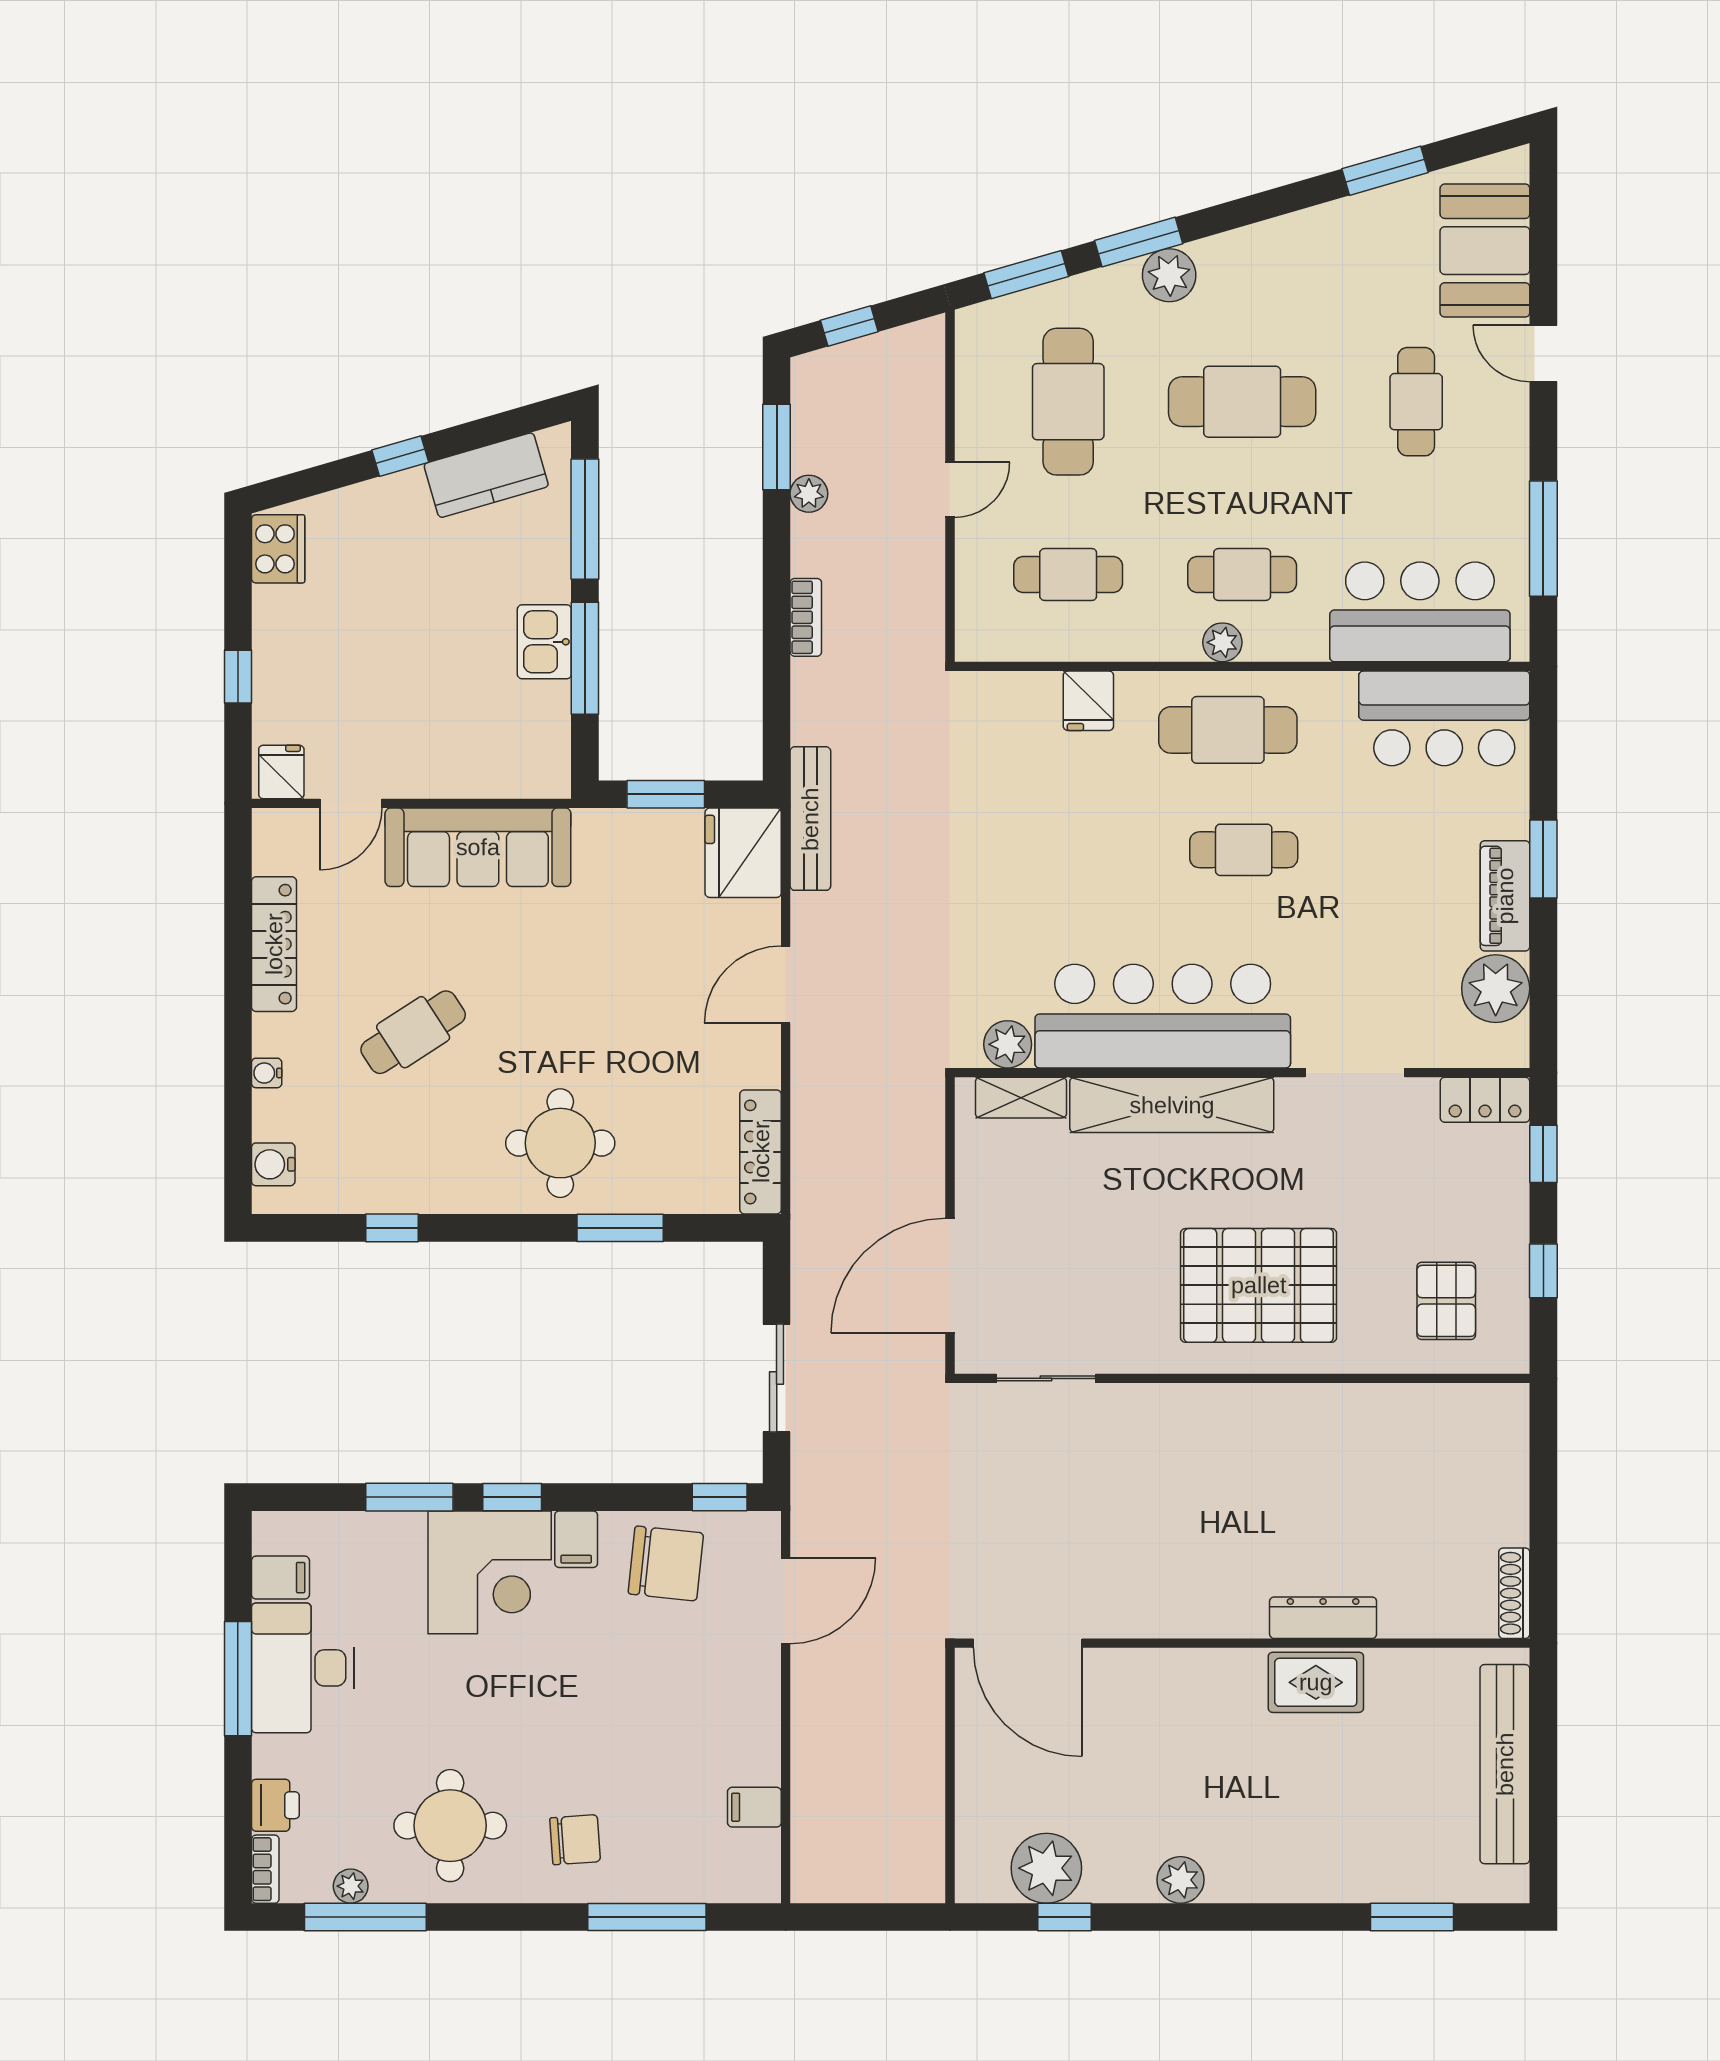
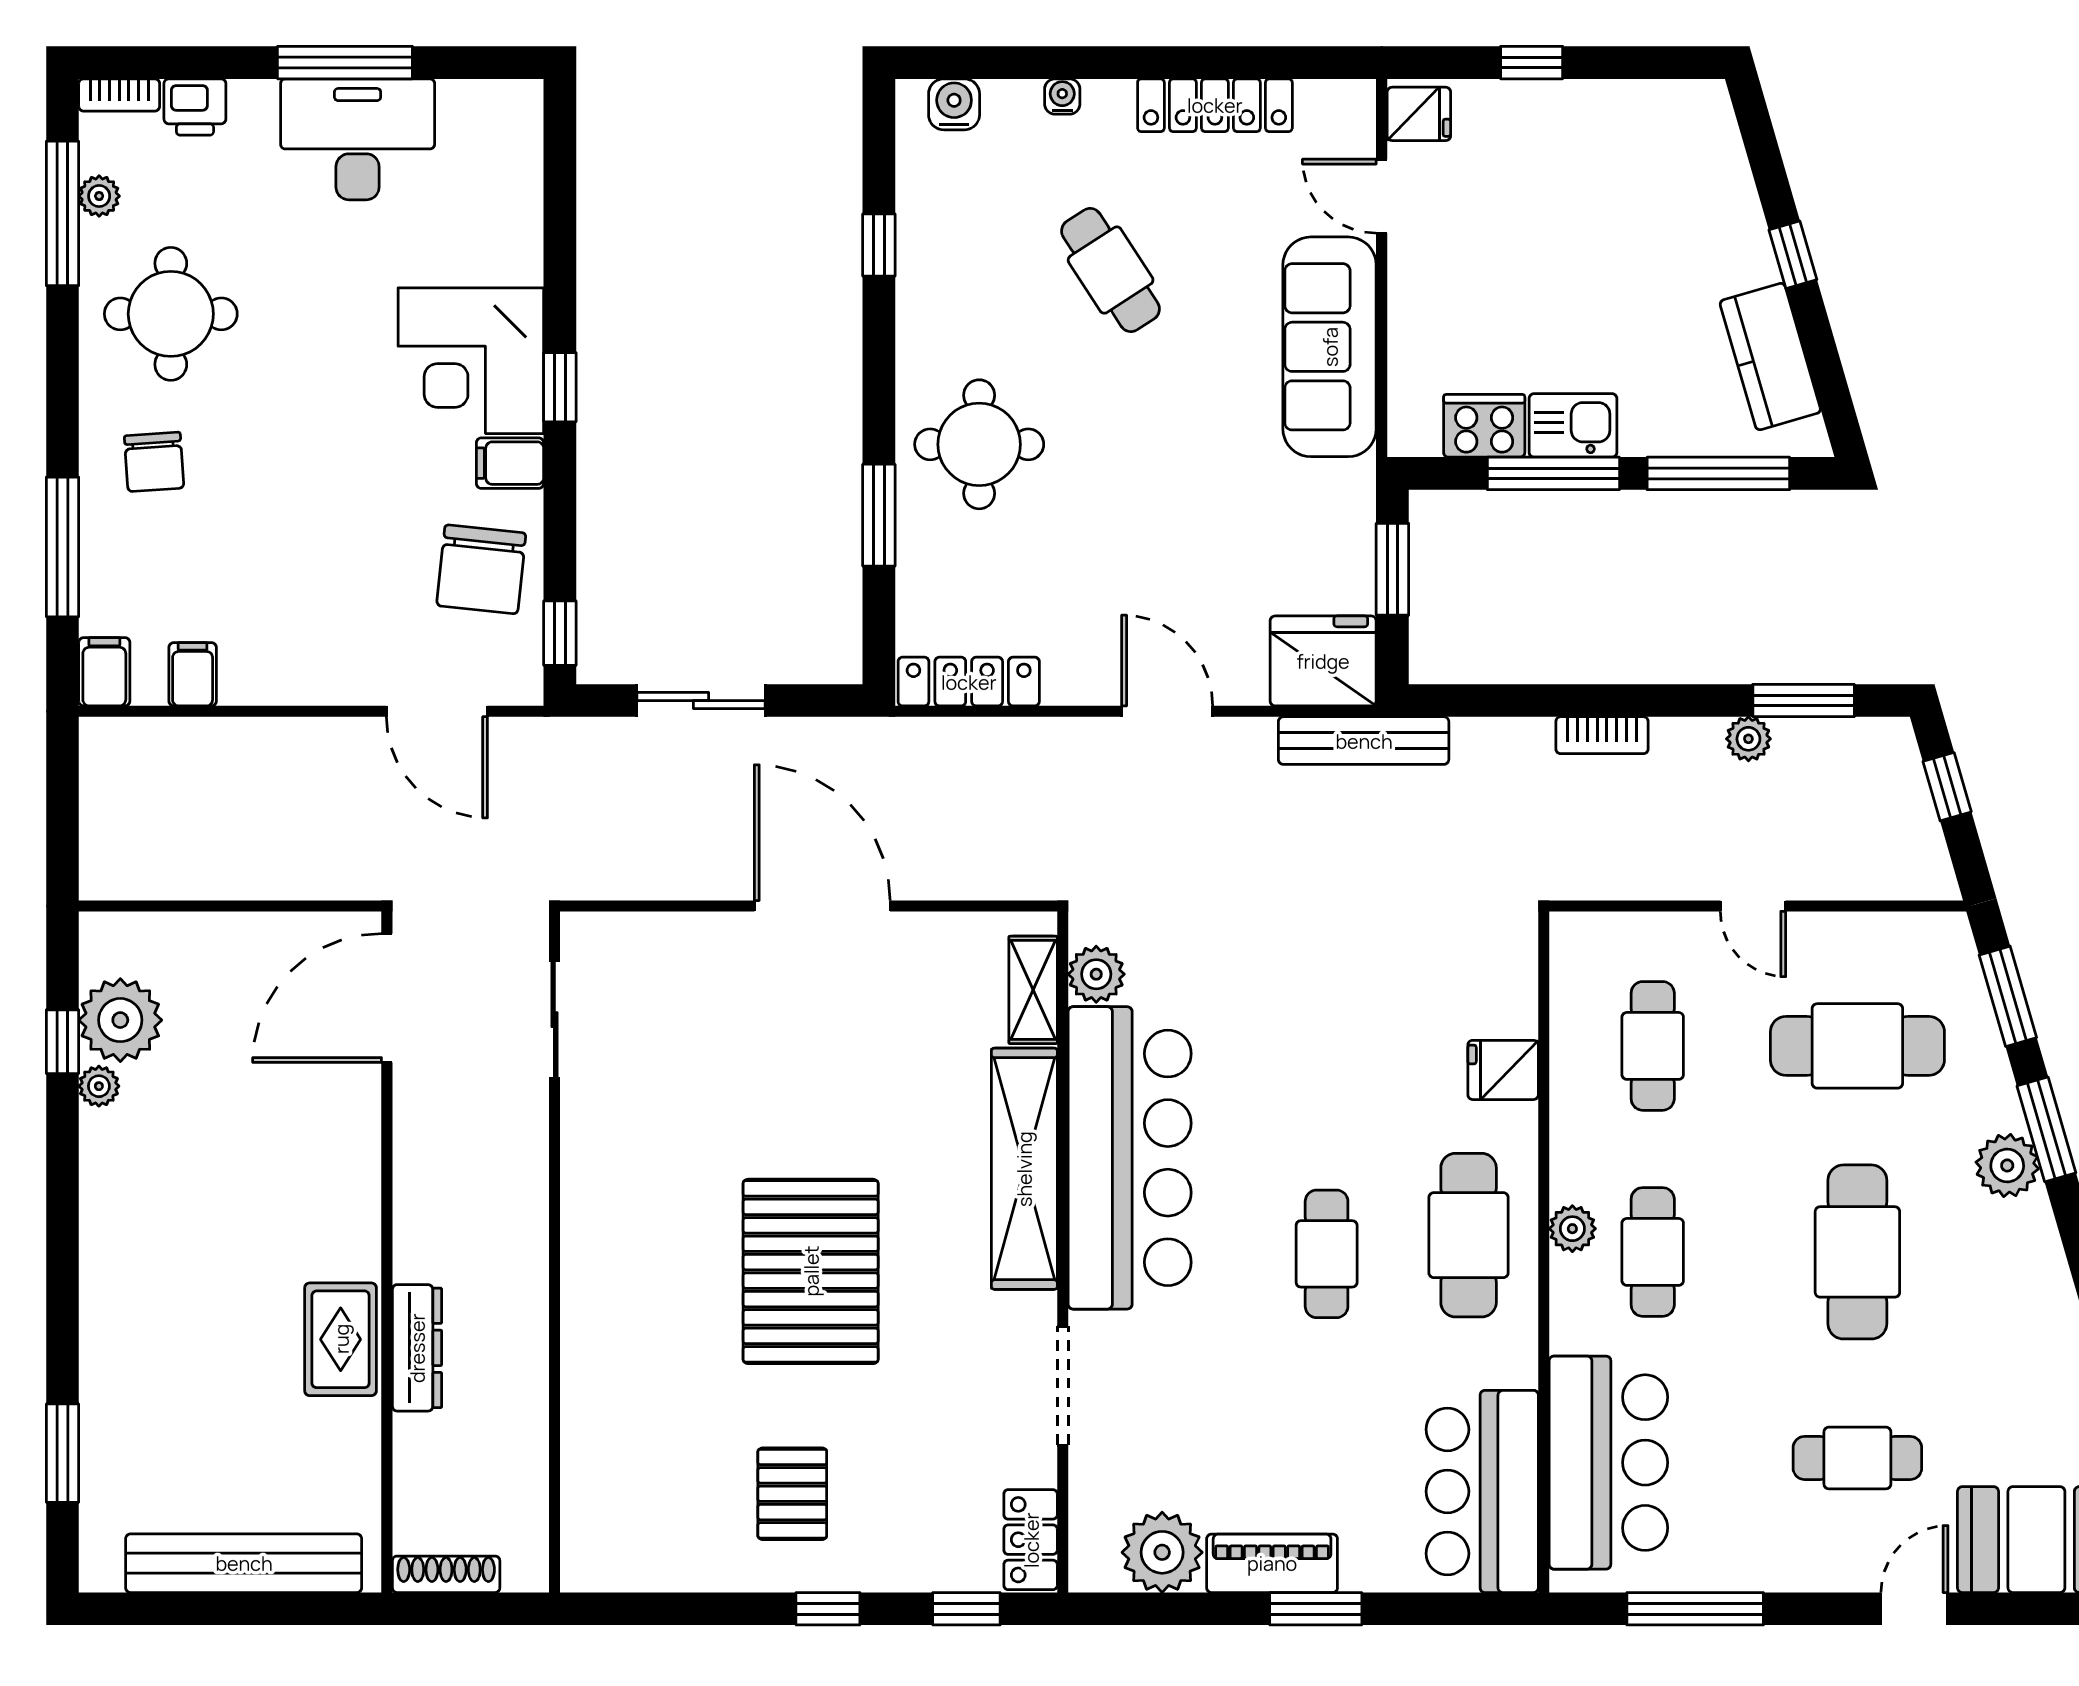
cooker: (278, 549) -> (1484, 426), moved, turned 180
pallet: (1446, 1301) -> (792, 1494), turned 90
sliding door: (1046, 1378) -> (554, 1020), moved
wall: (1242, 1378) -> (554, 1252), moved
window: (409, 1497) -> (560, 266), removed
filing cabinet: (280, 1578) -> (104, 672), moved, turned 180
plant: (1181, 1880) -> (99, 1086), moved, width x0.73, depth x0.73

